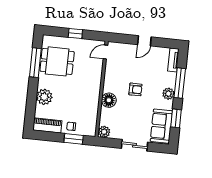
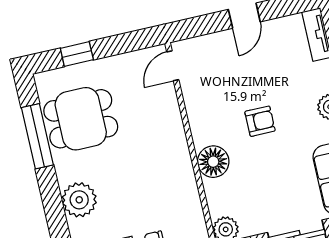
window: (75, 34) -> (77, 54), moved

